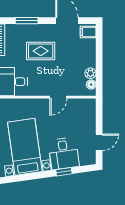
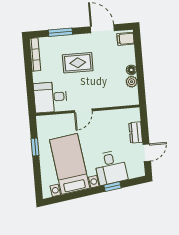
floor lamp: (91, 85) -> (131, 70), moved
door: (58, 97) -> (83, 111), moved
dresser: (90, 122) -> (136, 132), added

